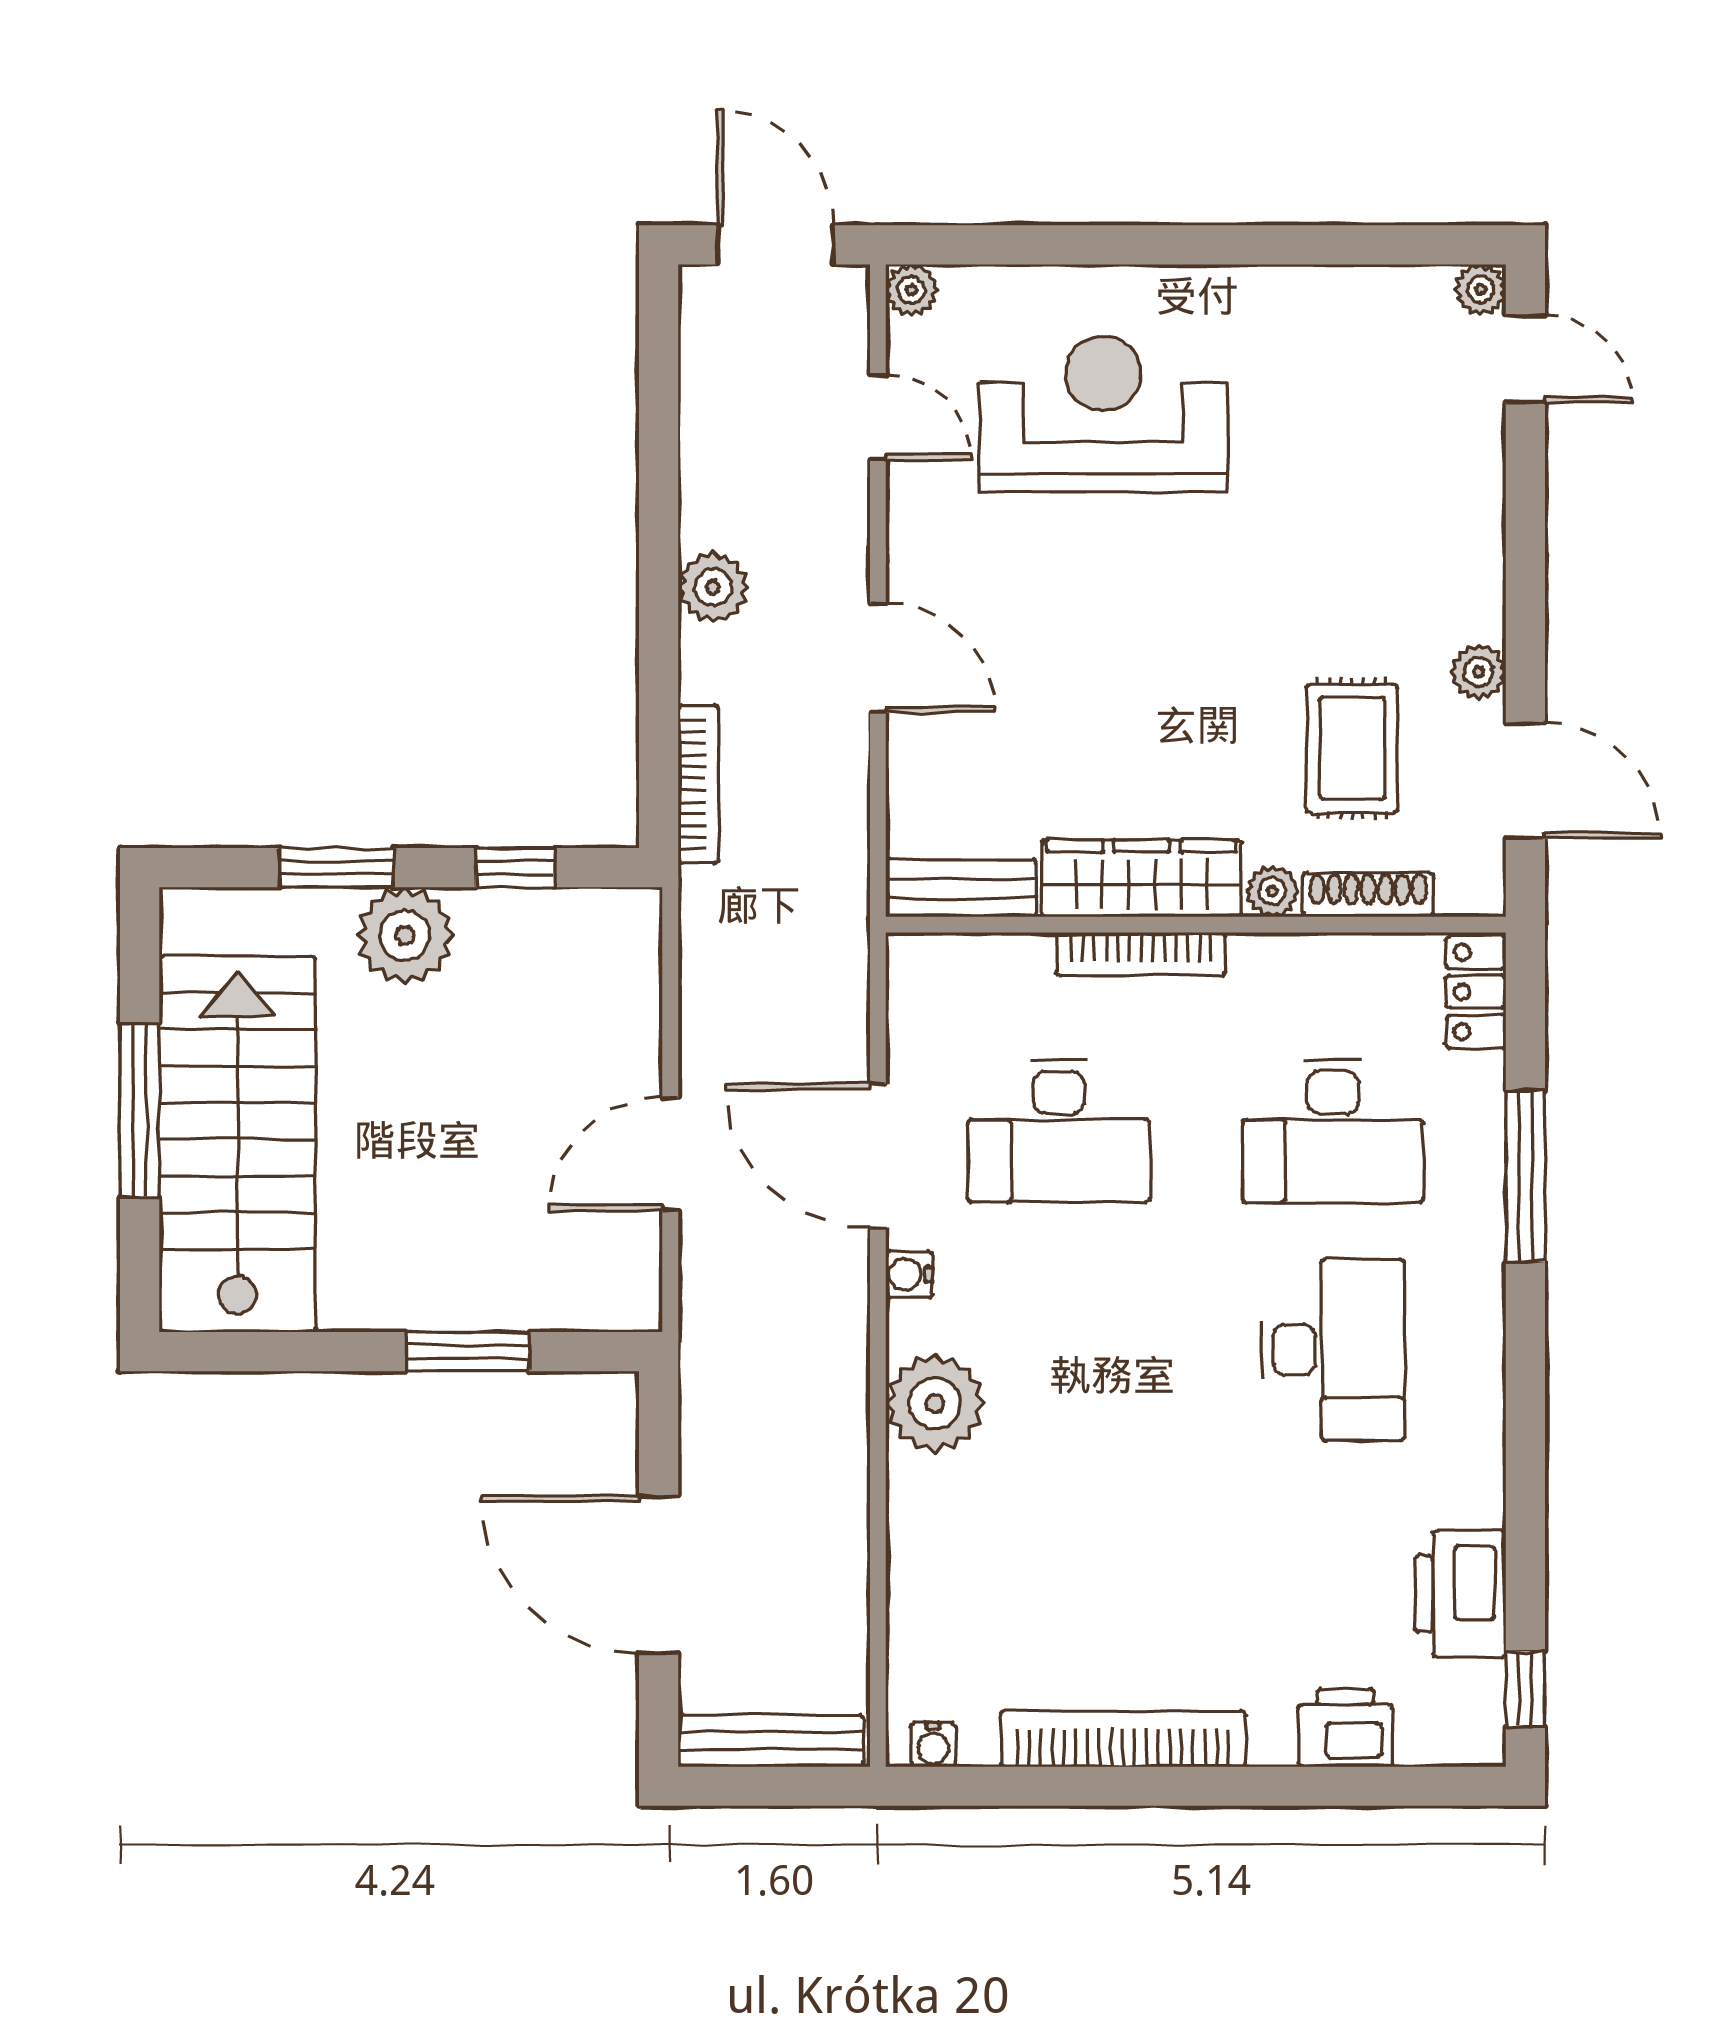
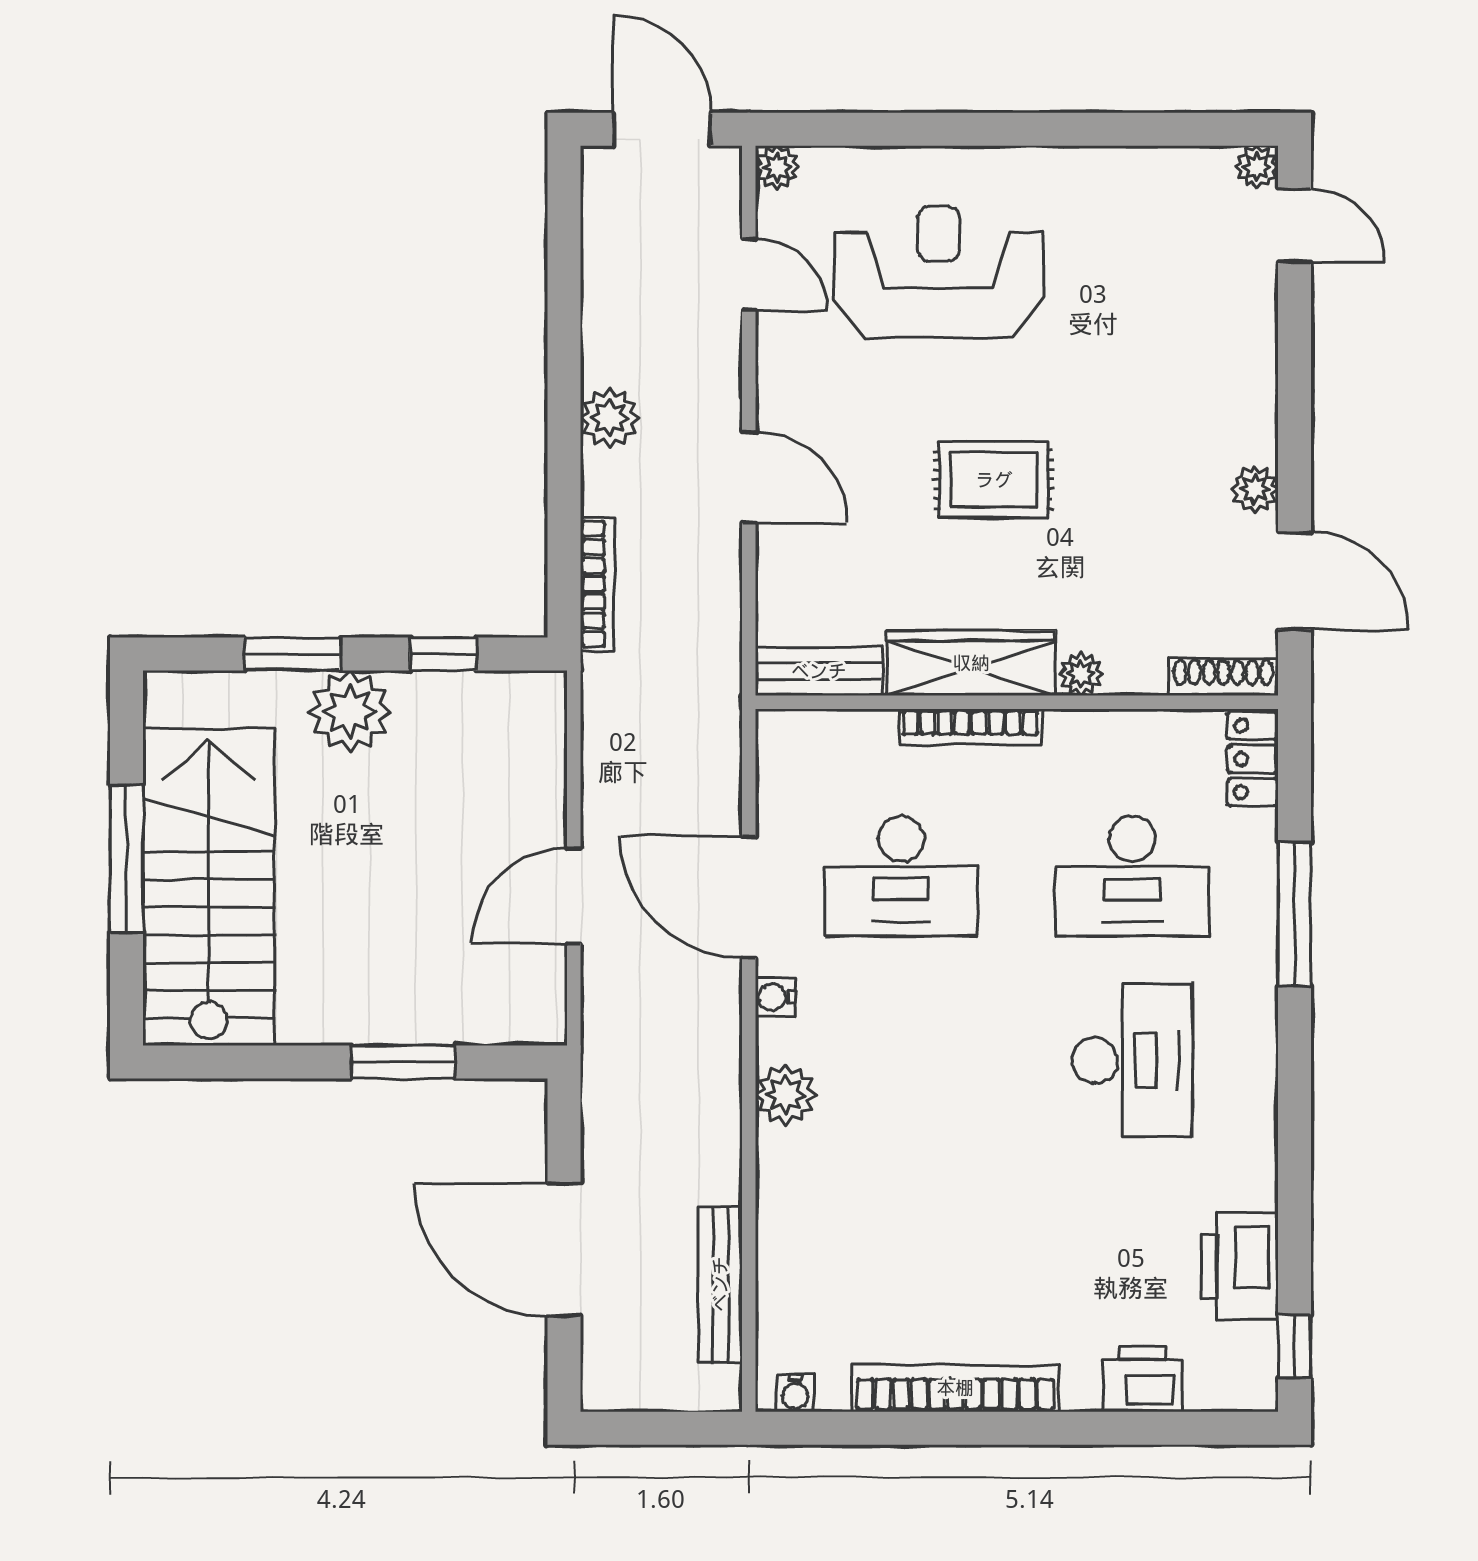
rug: (1352, 748) -> (994, 480), moved, turned 90
shoe rack: (1368, 895) -> (1223, 677), moved
plant: (935, 1403) -> (786, 1095), width x0.73, depth x0.73
bench: (771, 1741) -> (720, 1284), moved, turned 90

